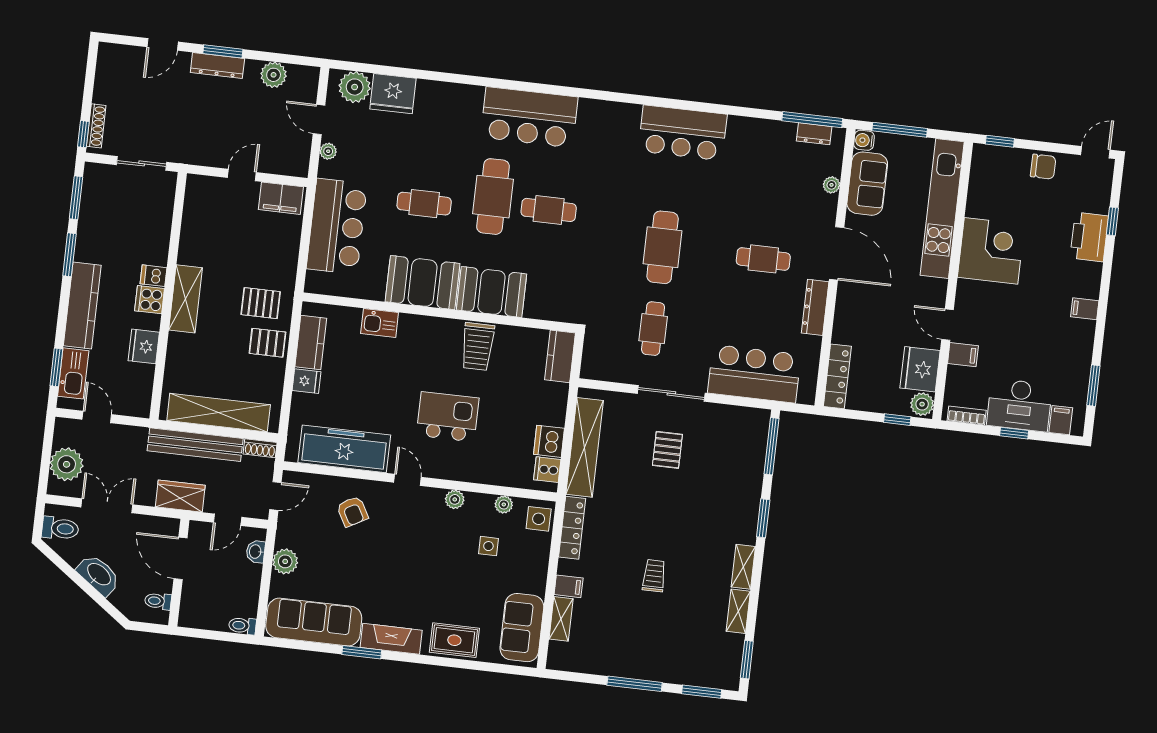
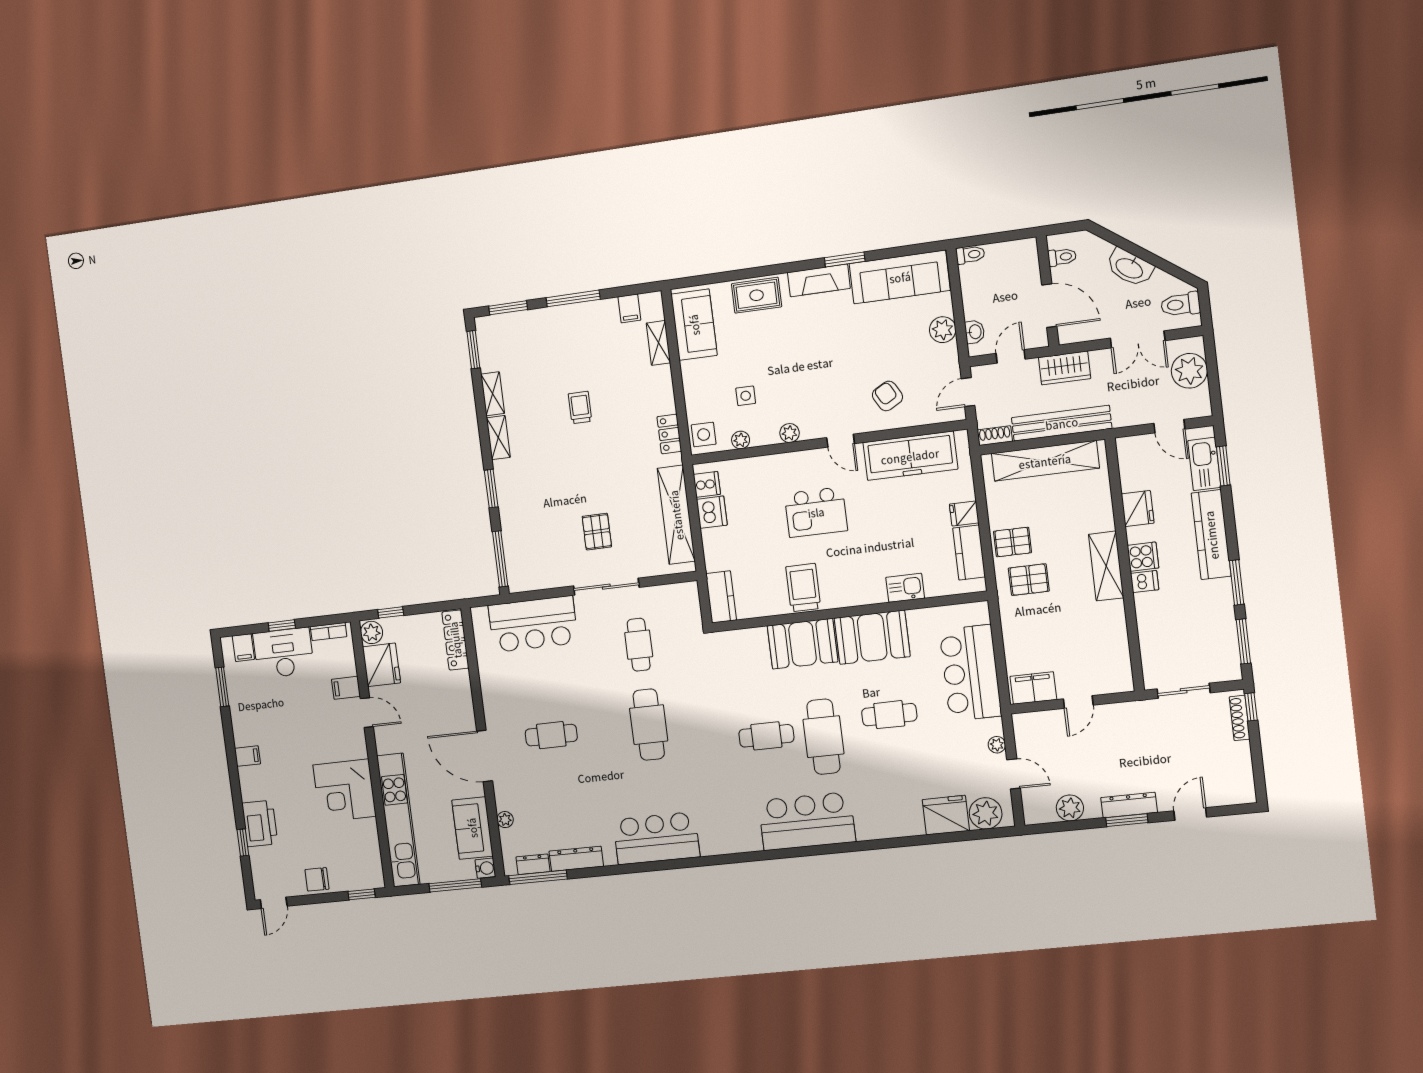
dresser: (815, 307) -> (576, 859), moved, turned -90
locker: (572, 528) -> (669, 434), width x0.66
trolley: (654, 576) -> (580, 408), turned 180
filing cabinet: (569, 586) -> (629, 308), moved, turned -90

